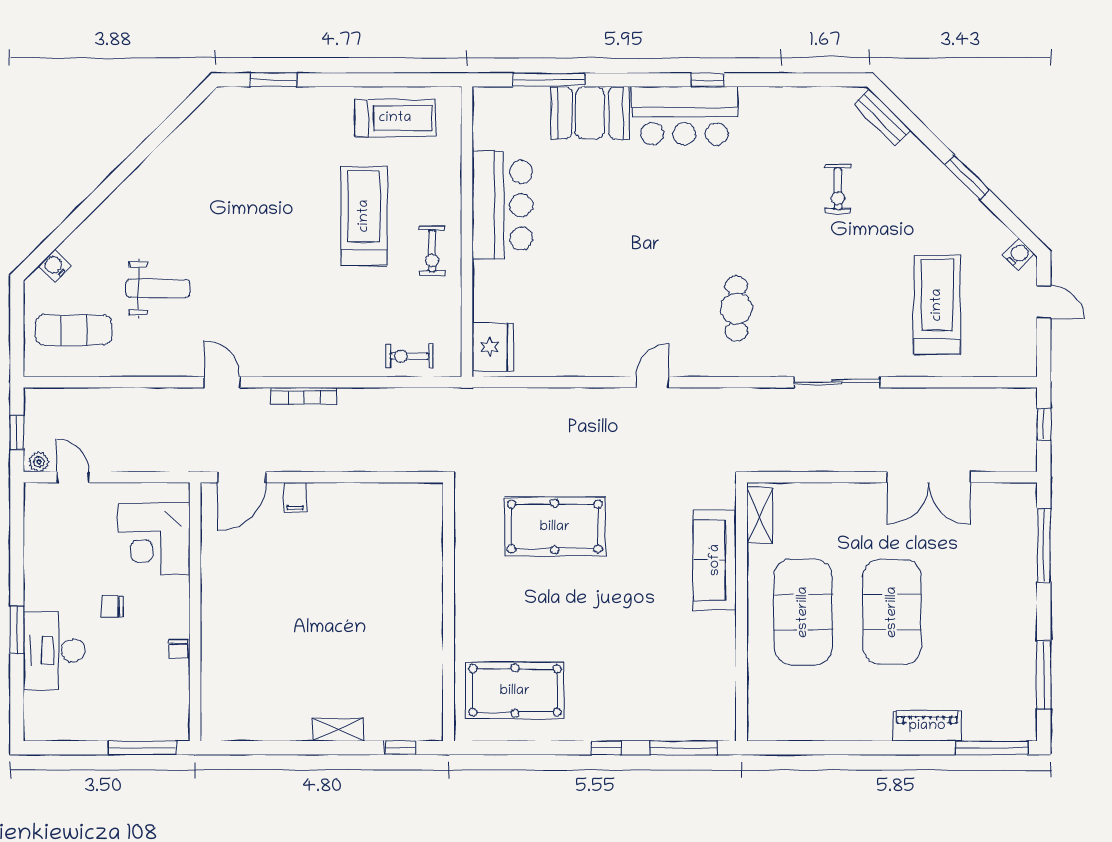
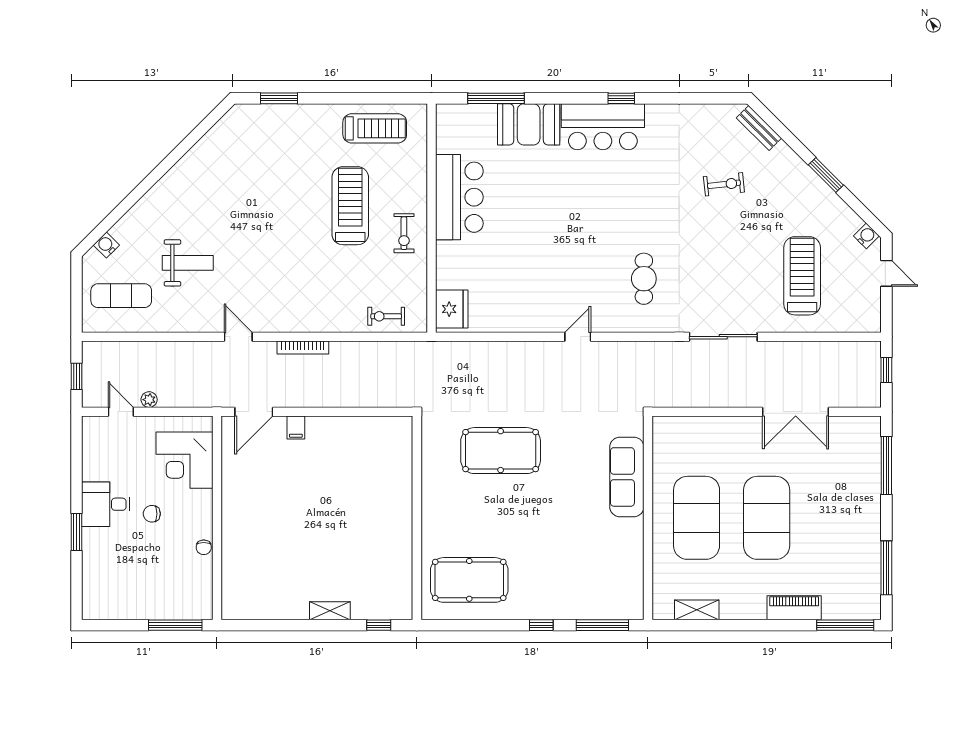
exercise bike: (838, 189) -> (724, 184), turned -96
plant: (39, 462) -> (149, 400), moved
shelving: (759, 516) -> (697, 610), moved, turned 90
desk: (54, 651) -> (106, 504), moved, width x0.73

